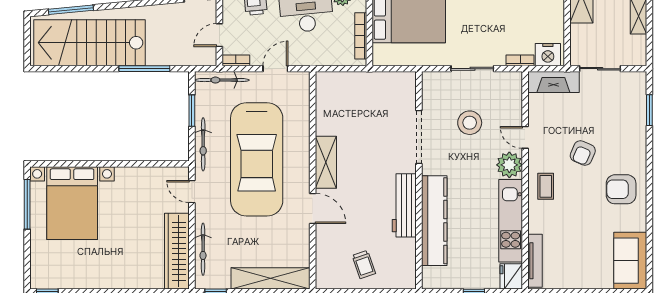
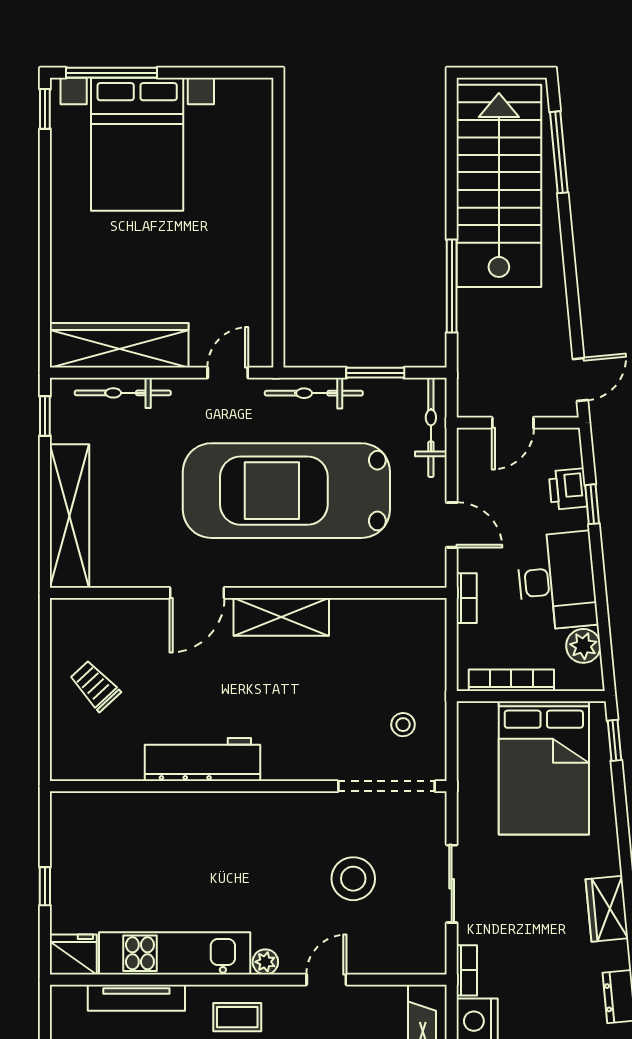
door: (219, 35) -> (513, 423), swing flipped
bookcase: (236, 60) -> (467, 598), moved
stool: (385, 95) -> (403, 725), added
doorway: (419, 137) -> (386, 786), moved
plant: (509, 165) -> (265, 962), width x0.53, depth x0.53
bed with nightstands: (72, 203) -> (137, 144), moved, turned -90
window: (27, 204) -> (112, 73), moved
kitchen counter: (434, 221) -> (175, 814), removed
tv unit: (535, 261) -> (136, 998), moved
trolley: (364, 264) -> (95, 686), turned 66

